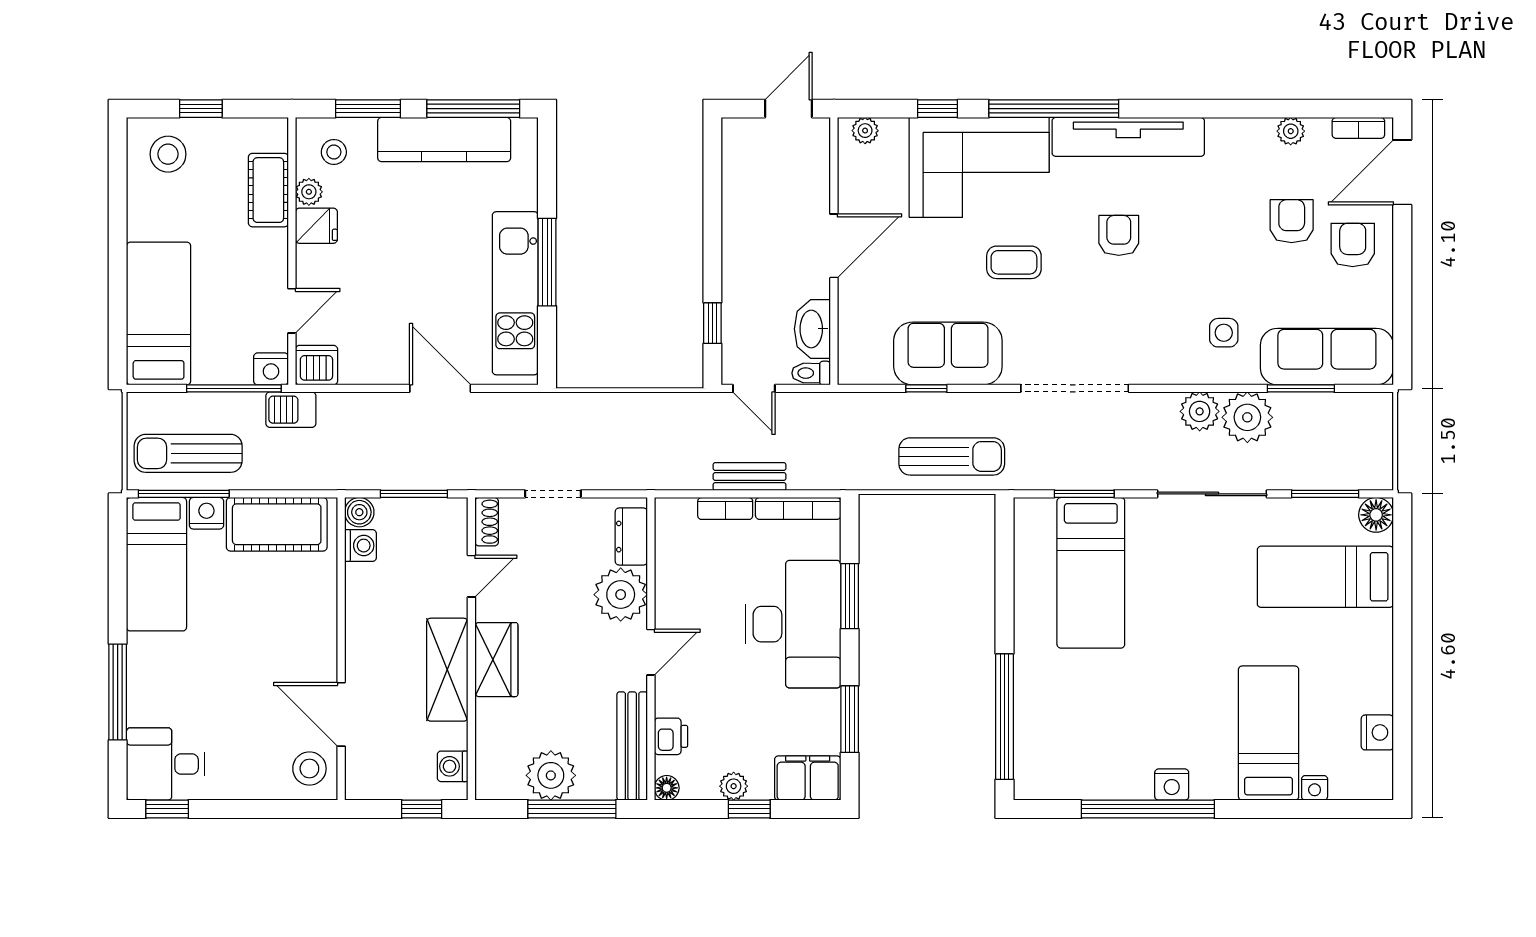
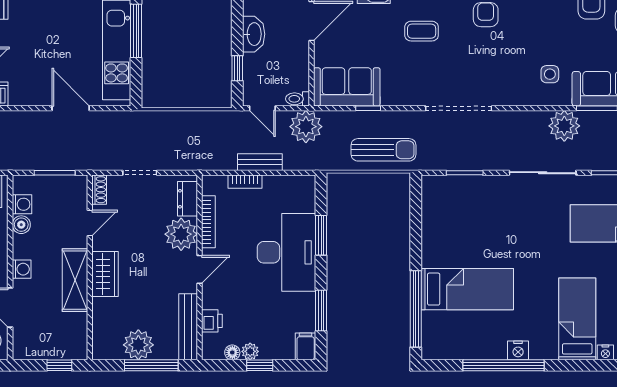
washbasin: (812, 329) -> (254, 34), moved, turned 180
sofa: (948, 353) -> (347, 87), moved
plant: (1200, 411) -> (306, 127), moved, width x1.36, depth x1.36
bookcase: (798, 508) -> (208, 222), moved, turned -90
boiler: (359, 512) -> (21, 225), moved
bed: (1091, 573) -> (467, 289), moved, turned -90
washing machine: (453, 766) -> (22, 269), moved, turned 180
filing cabinet: (808, 778) -> (306, 346), width x0.50
floor lamp: (667, 788) -> (232, 352), moved

